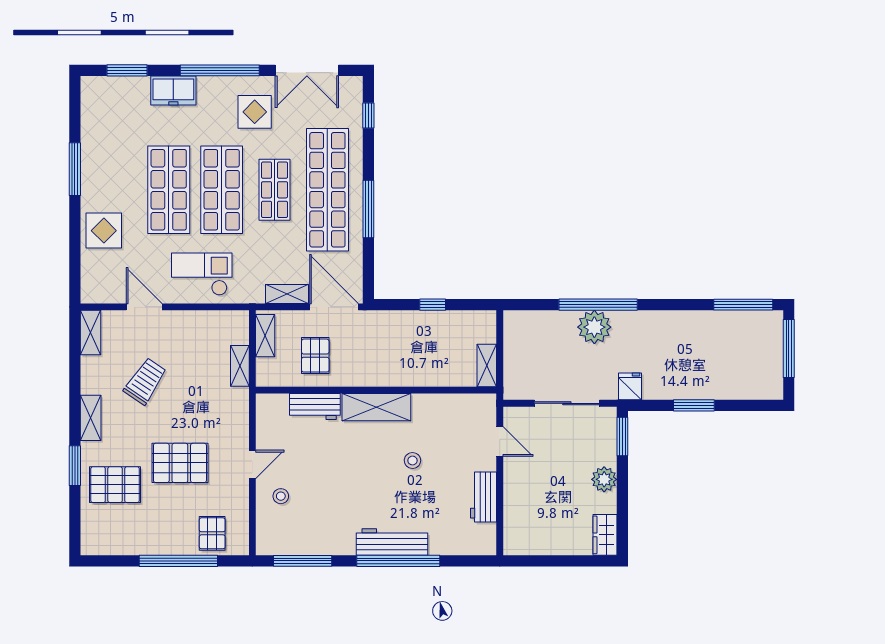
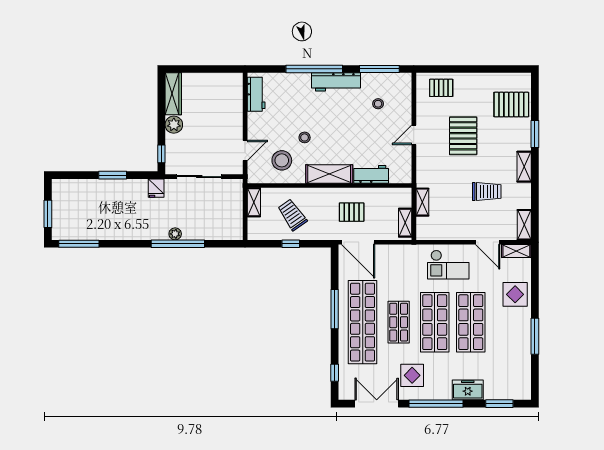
shelving: (287, 294) -> (516, 251), moved
plant: (594, 327) -> (175, 234), width x0.53, depth x0.53
trolley: (431, 347) -> (292, 215), added
window: (789, 349) -> (48, 214), width x0.69
pallet: (315, 356) -> (352, 212), moved, turned 90
trolley: (145, 381) -> (487, 192), turned -124
stool: (446, 427) -> (282, 160), added
window: (622, 436) -> (161, 154), width x0.67
door: (500, 442) -> (245, 150), swing flipped
pallet: (180, 463) -> (463, 136), turned 90
pallet: (115, 485) -> (511, 105), moved
stool: (281, 496) -> (378, 104), moved
workbench: (483, 497) -> (256, 94), moved
pallet: (212, 533) -> (441, 88), turned 90
wardrobe: (605, 535) -> (173, 94), width x1.50
workbench: (392, 542) -> (336, 82), moved
window: (178, 561) -> (464, 69), removed

